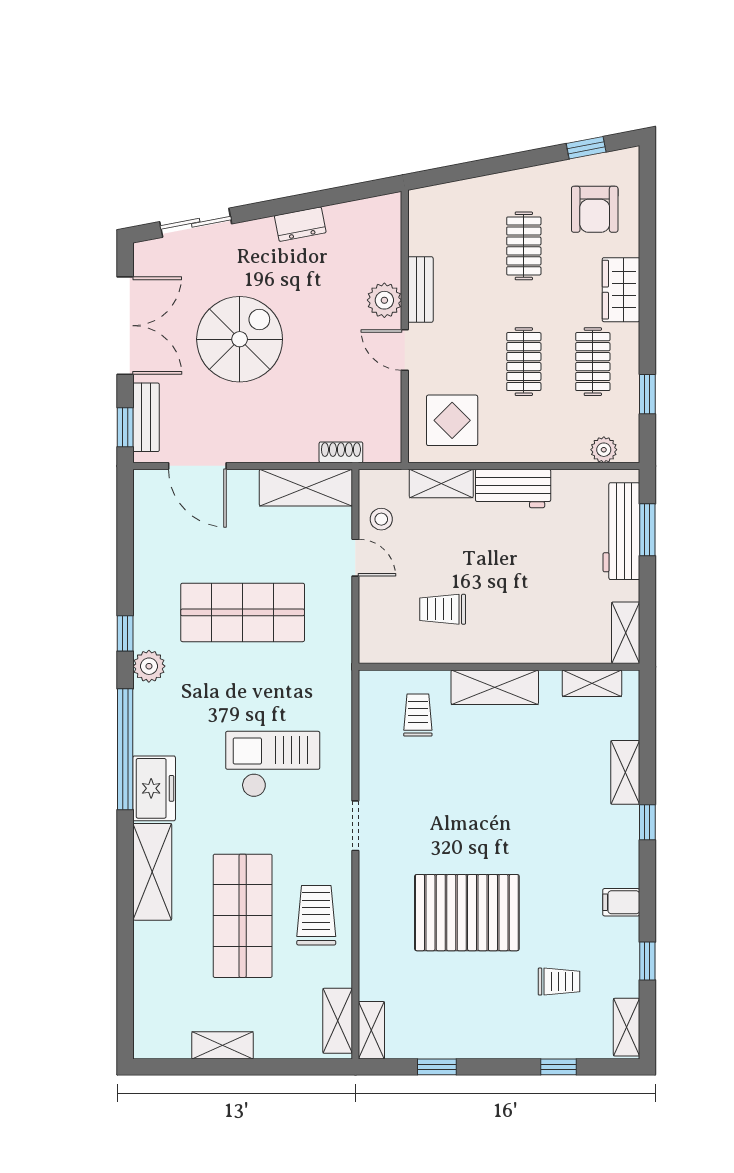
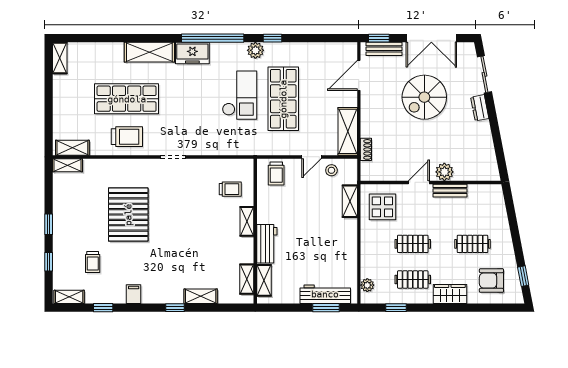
dresser: (300, 224) -> (480, 108), moved
spiral stairs: (240, 339) -> (424, 97), turned 90
workbench: (513, 488) -> (267, 244), moved, turned 180
trolley: (443, 609) -> (276, 173), moved, turned 180
shelving: (626, 633) -> (264, 280), moved, turned 90
shelving: (495, 687) -> (247, 221), width x0.67, depth x0.75
checkout: (273, 764) -> (240, 95), moved
shelving: (223, 1045) -> (60, 58), moved
window: (437, 1067) -> (49, 224), moved

